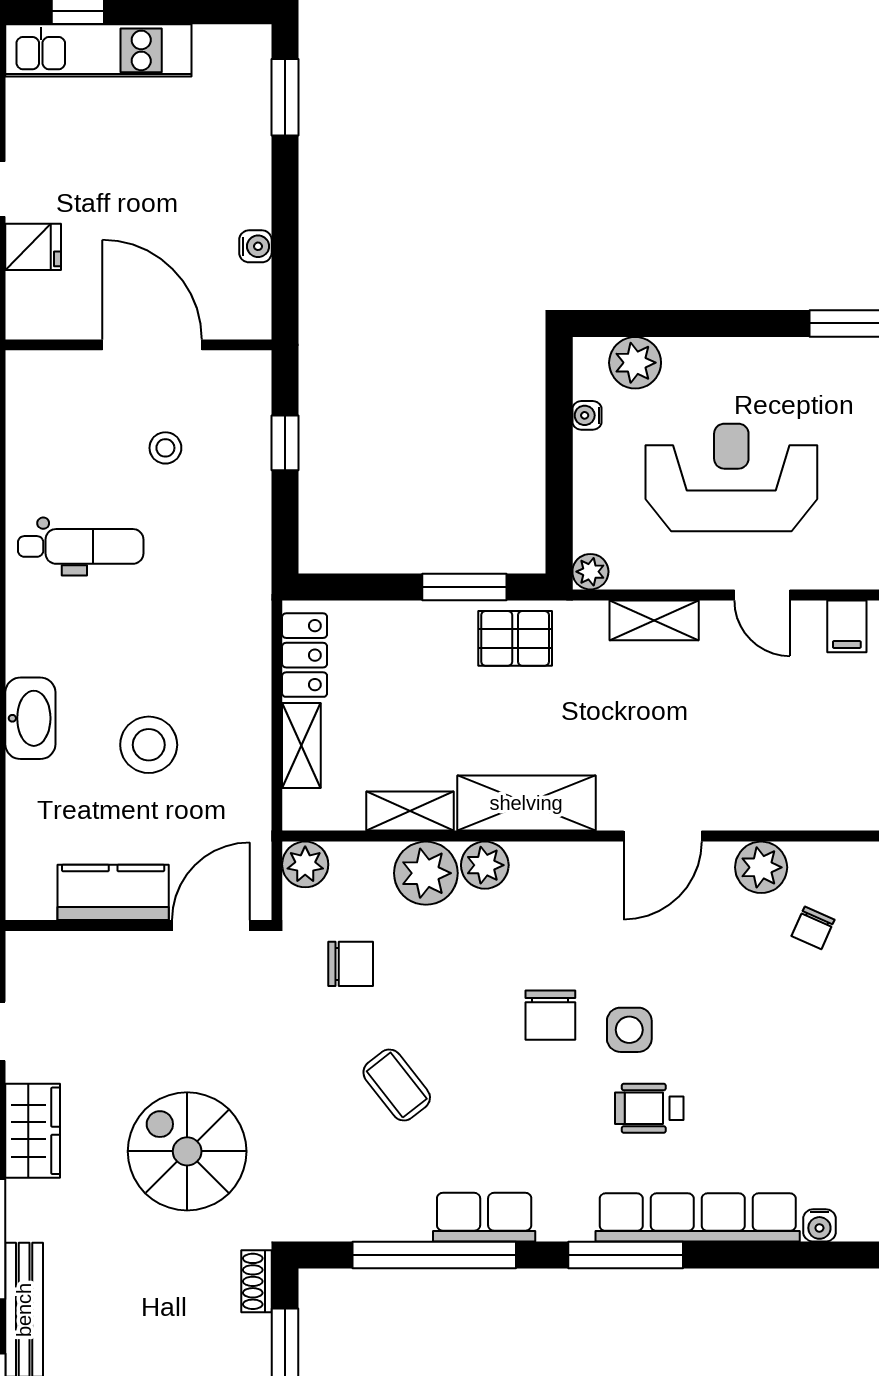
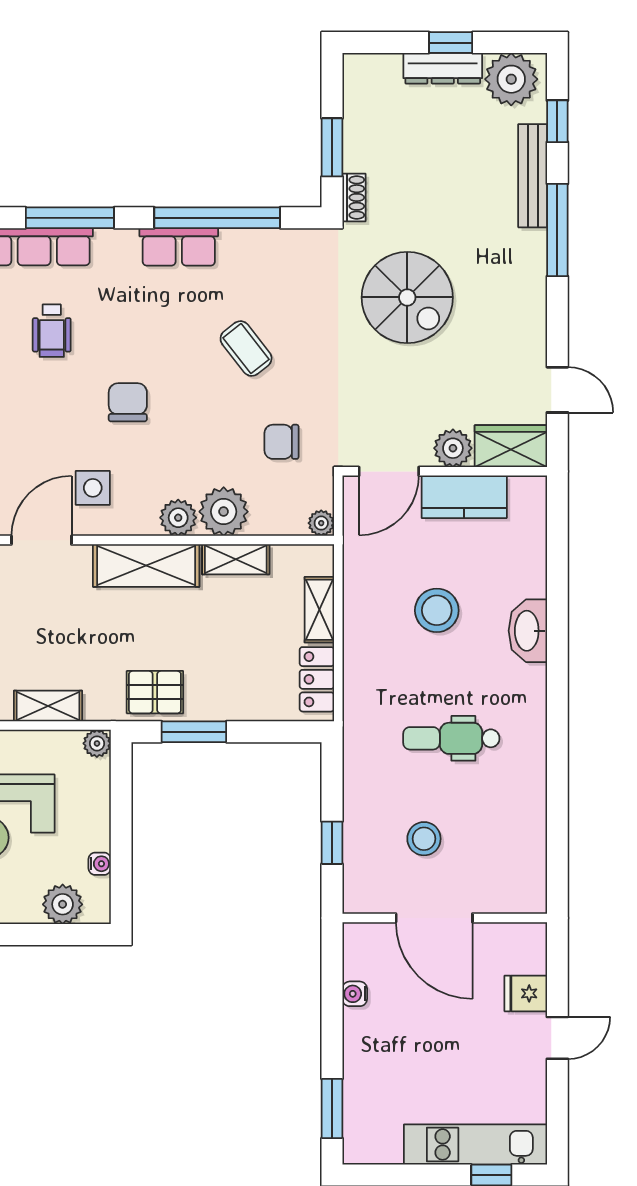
stool: (165, 448) -> (424, 839), width x1.37, depth x1.37
dental chair: (81, 546) -> (451, 738), moved
plant: (305, 864) -> (321, 523), width x0.73, depth x0.73
plant: (128, 955) -> (453, 448), added
side table: (629, 1030) -> (93, 488), moved
wheelchair: (649, 1108) -> (52, 331), turned 90
wardrobe: (33, 1131) -> (511, 446), moved, turned 90

